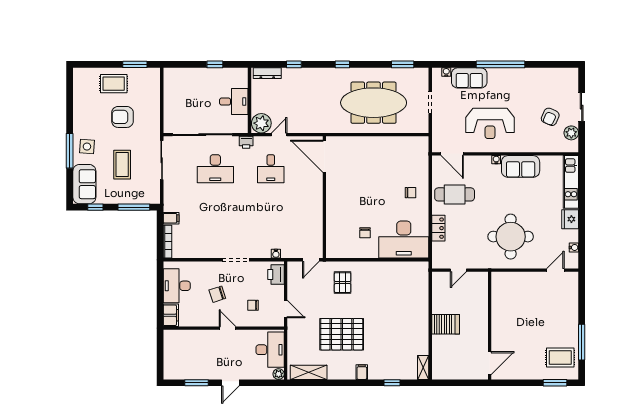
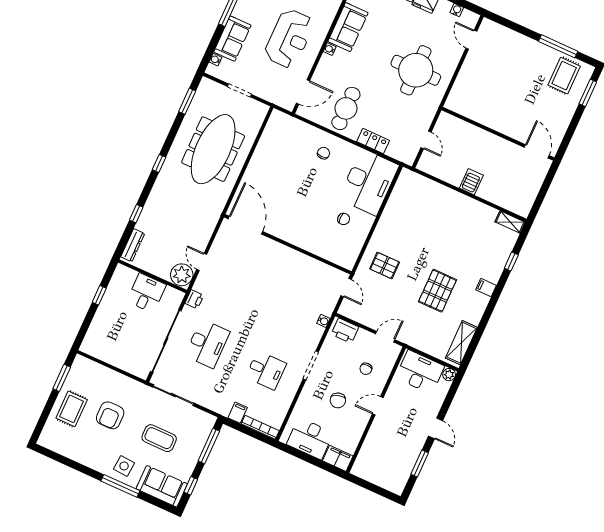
door: (324, 156) -> (245, 225), swing flipped
desk: (271, 169) -> (266, 370), moved
server rack: (446, 324) -> (471, 182), width x0.73, depth x0.70
pallet: (342, 334) -> (438, 291), width x0.73, depth x0.71

